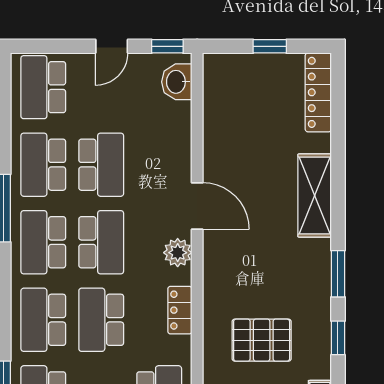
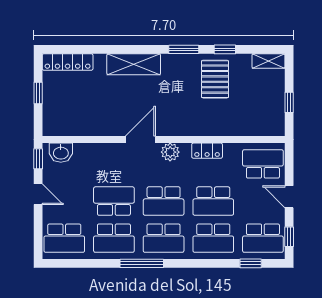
school desk: (101, 242) -> (164, 201), turned 180
pallet: (262, 340) -> (215, 79), moved

